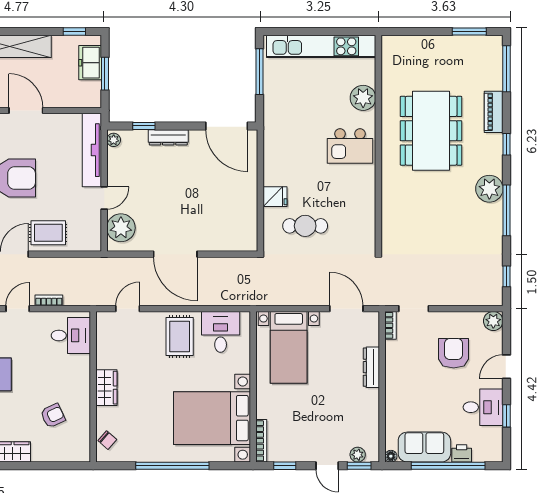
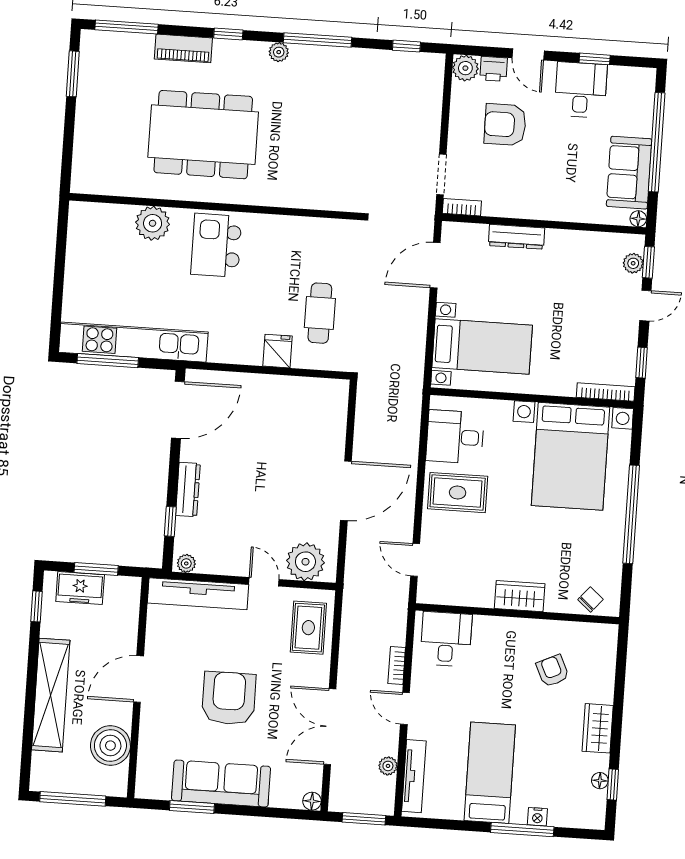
kitchen unit: (321, 46) -> (133, 342), moved, turned -90
kitchen island: (350, 146) -> (216, 245), turned 180
plant: (489, 189) -> (279, 52), width x0.53, depth x0.53
rug: (48, 233) -> (308, 628), moved
printer: (462, 453) -> (494, 69), moved, turned -90

